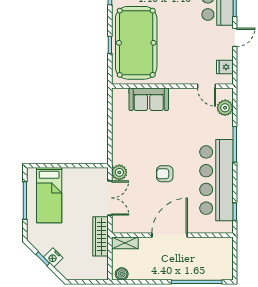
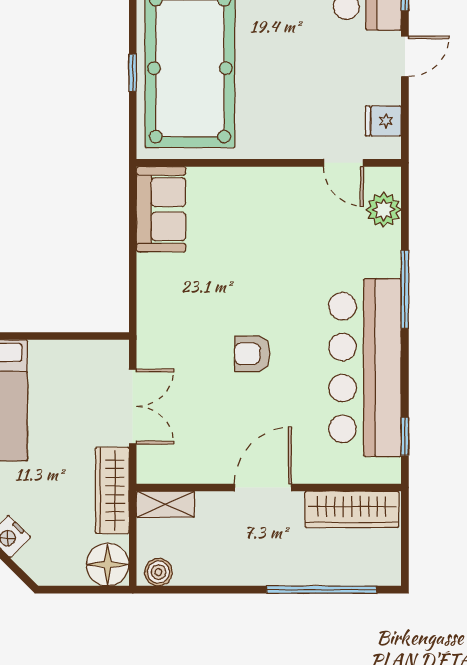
sofa: (149, 99) -> (161, 209), moved, turned -90
plant: (119, 172) -> (153, 351), removed
door: (170, 235) -> (263, 488), width x0.73
wardrobe: (210, 245) -> (352, 509), added
floor lamp: (98, 270) -> (108, 564), added

